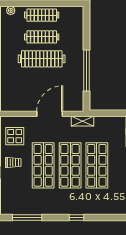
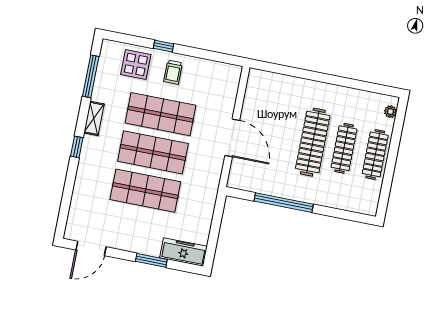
shelving: (83, 121) -> (94, 118), moved
display table: (15, 136) -> (136, 64), moved

